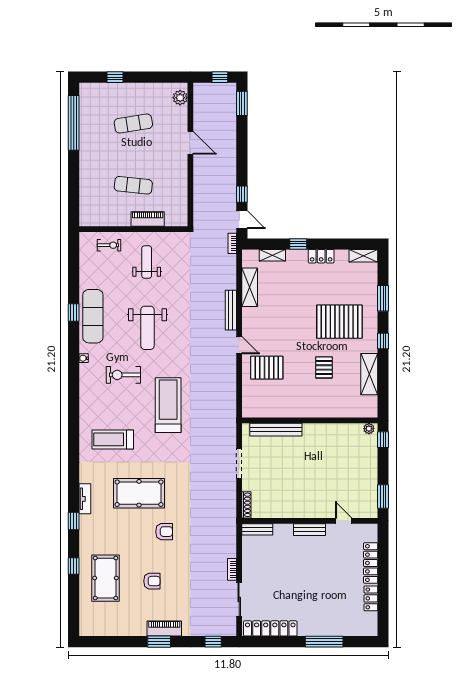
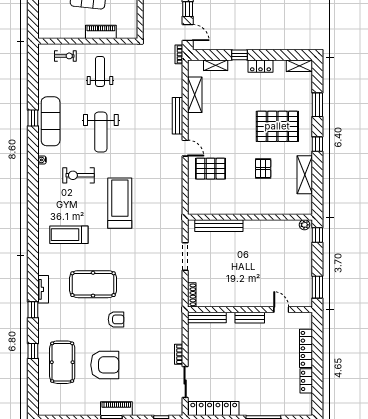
bench: (257, 529) -> (207, 317), width x1.36
armchair: (152, 581) -> (105, 365), width x1.88, depth x1.88

